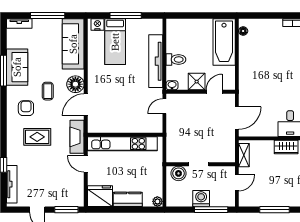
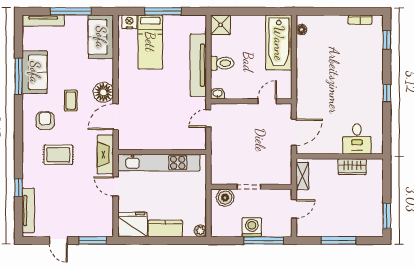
tv unit: (19, 23) -> (43, 21), width x1.41
sofa: (73, 44) -> (101, 37), width x0.73
shower: (197, 82) -> (220, 25), moved

